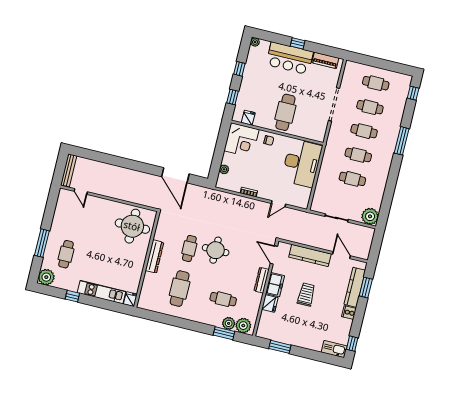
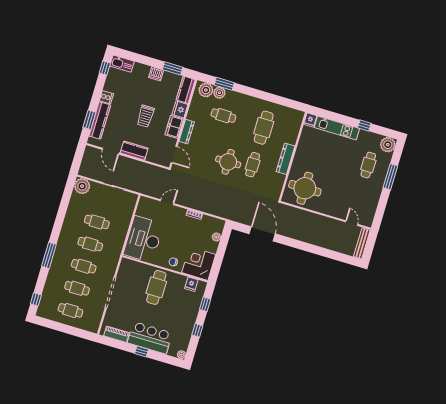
kitchen counter: (310, 255) -> (134, 151), width x0.67
kitchen counter: (265, 325) -> (186, 90), added
dishwasher: (297, 340) -> (156, 74), added

